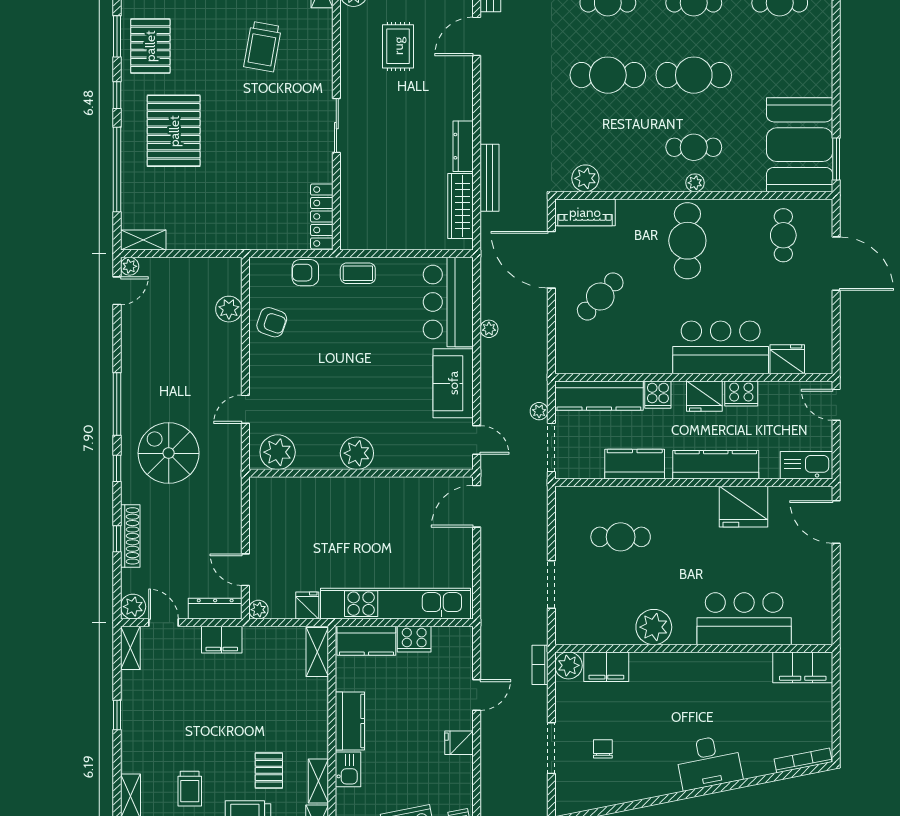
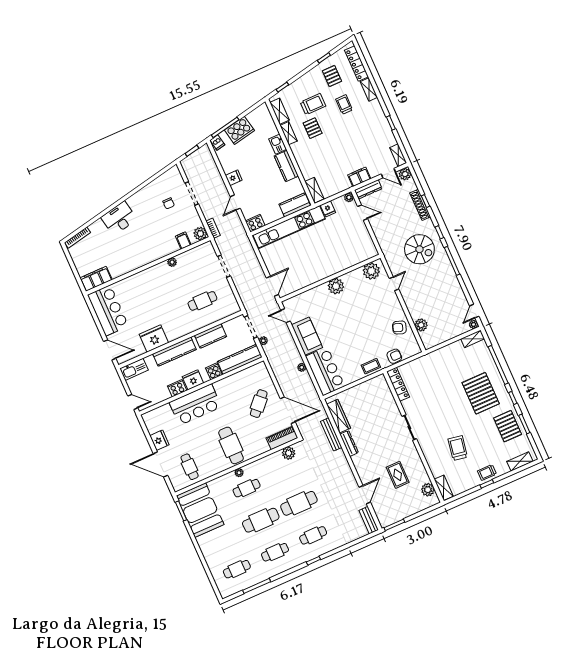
fridge: (787, 359) -> (159, 440), moved, turned -90
bar counter: (744, 619) -> (108, 310), moved, turned -90
plant: (654, 627) -> (172, 262), width x0.53, depth x0.53
cooker: (414, 639) -> (255, 223), moved
filing cabinet: (606, 667) -> (183, 240), width x0.50

